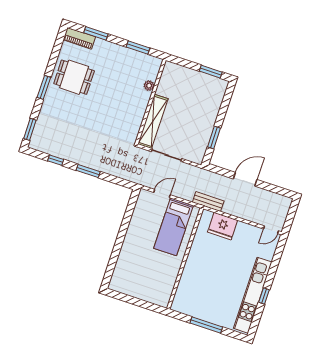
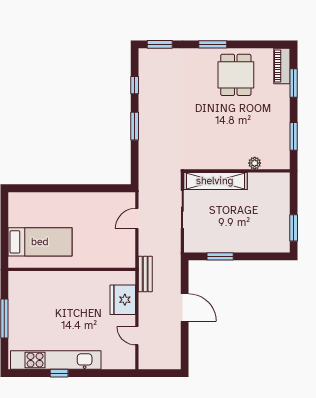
door: (162, 194) -> (137, 219), swing flipped
bed: (173, 227) -> (40, 242), moved, turned 180
door: (271, 230) -> (137, 336), moved

